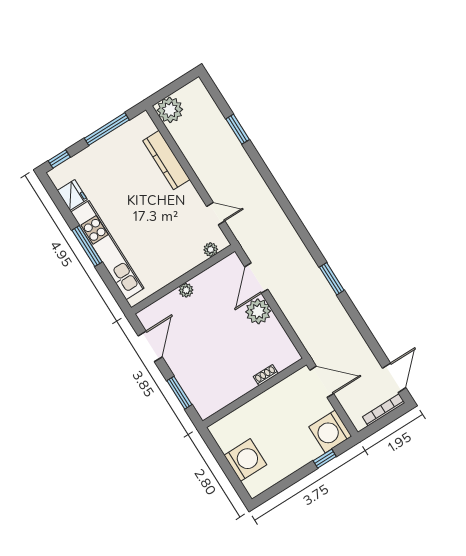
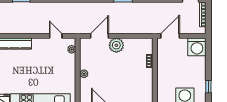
door: (216, 214) -> (56, 36), hinge flipped
door: (256, 278) -> (100, 36), swing flipped
window: (325, 459) -> (208, 87), moved

